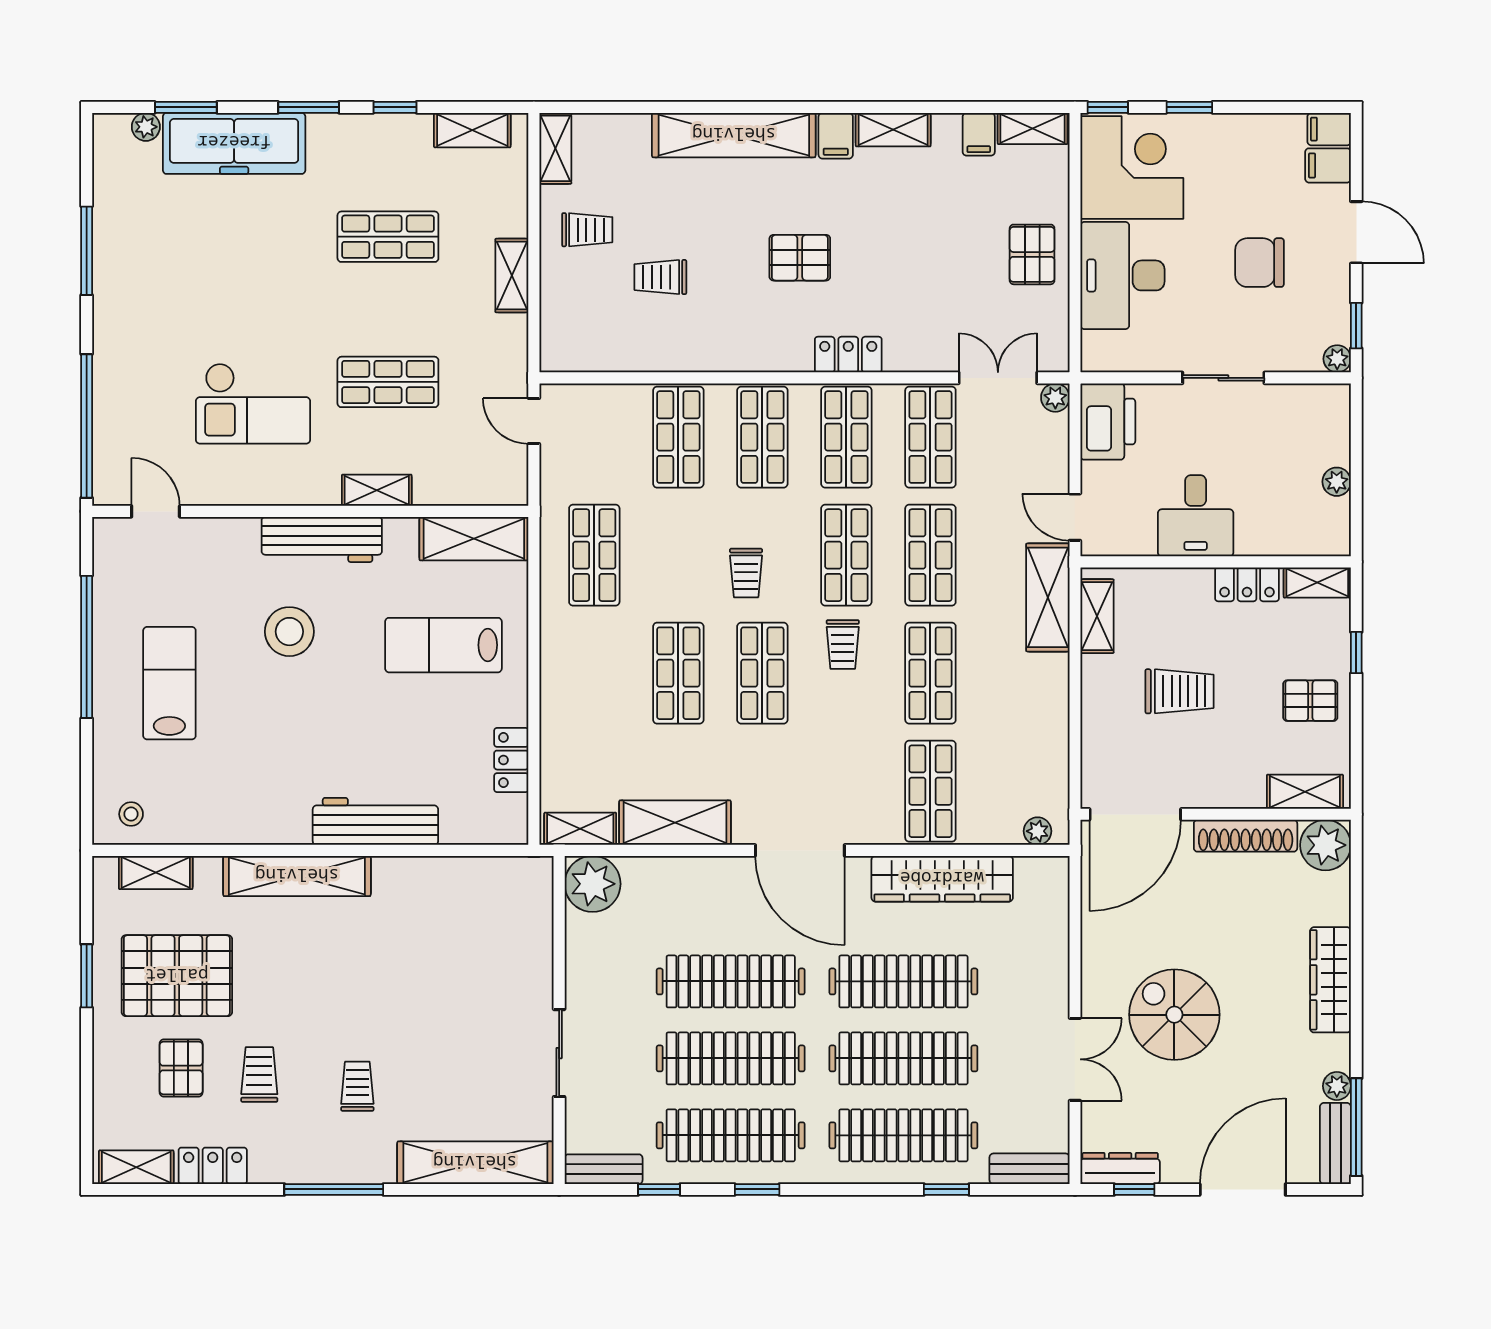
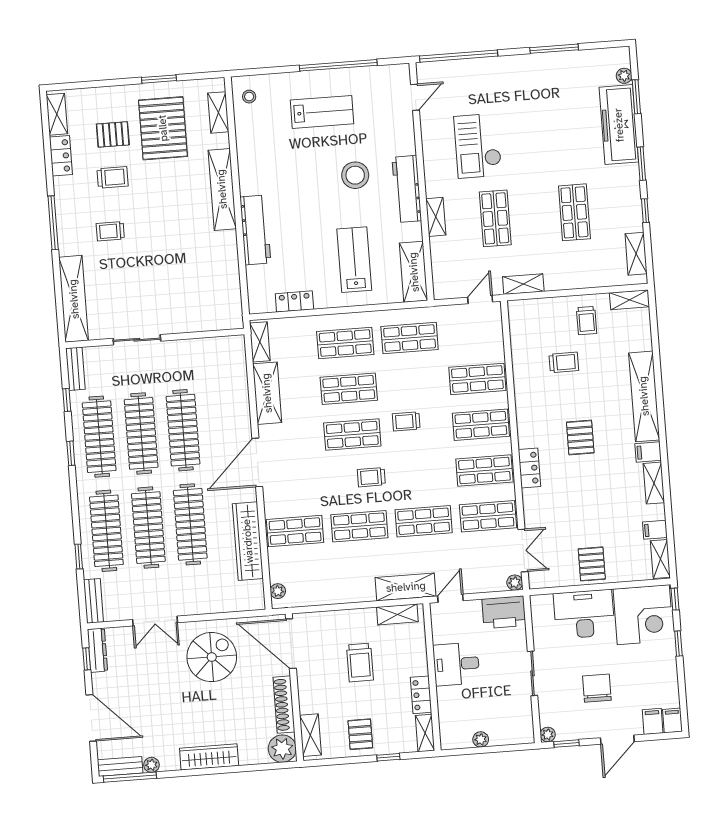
pallet: (1032, 254) -> (592, 564), turned 90
shelving: (512, 276) -> (523, 284), moved
trolley: (660, 277) -> (564, 362), turned 90
shop shelf: (846, 555) -> (345, 343), moved
plant: (593, 884) -> (230, 351), removed
spiral stairs: (1174, 1015) -> (212, 657), moved
trolley: (357, 1086) -> (110, 231), turned 180

